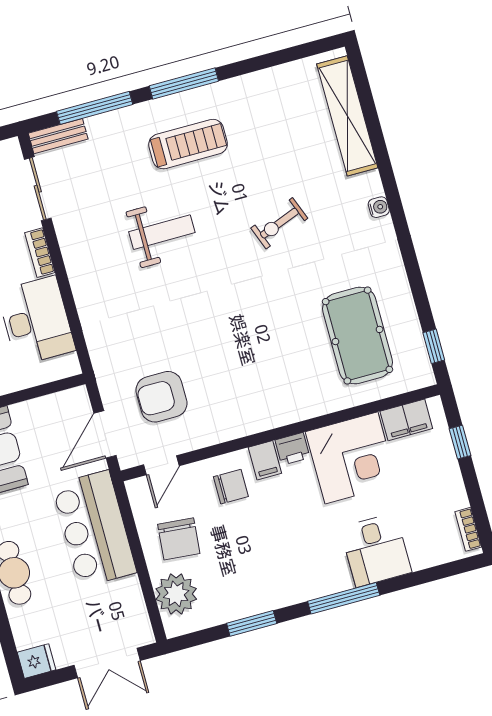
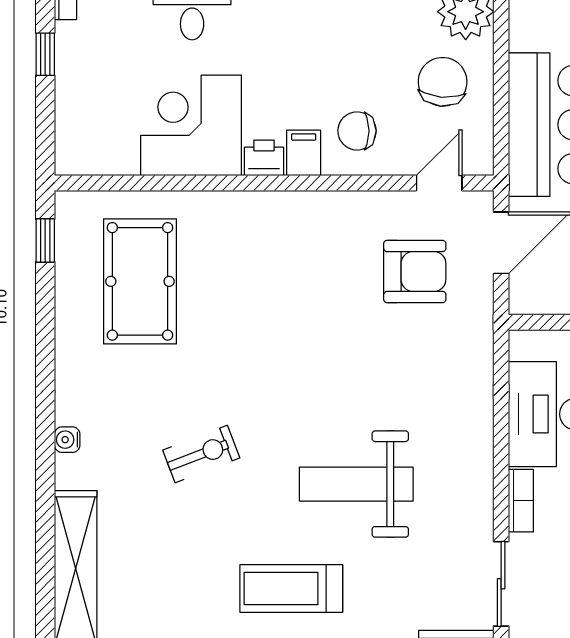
weight bench: (162, 232) -> (356, 484), width x1.36, depth x1.33
filing cabinet: (406, 420) -> (107, 155), removed
window: (460, 442) -> (45, 54), moved

